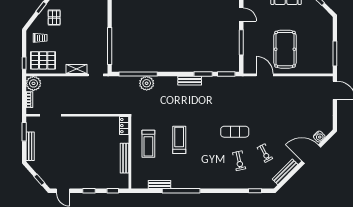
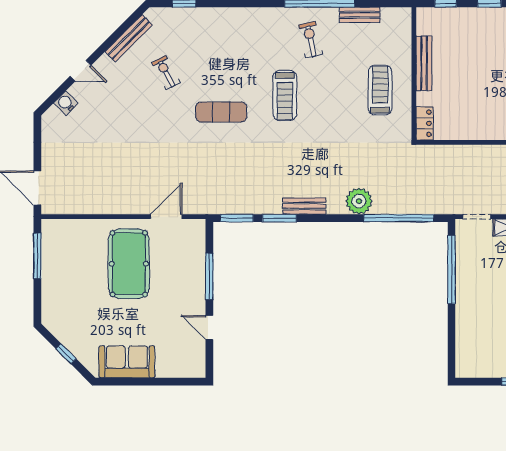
door: (265, 75) -> (166, 217), swing flipped
plant: (147, 83) -> (359, 201), moved
treadmill: (179, 140) -> (285, 96), moved
door: (311, 154) -> (80, 71), width x0.53
exercise bike: (239, 161) -> (311, 40), moved

